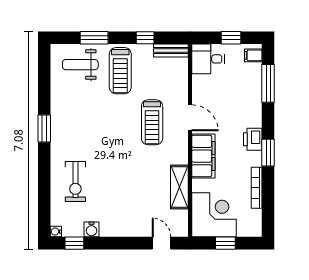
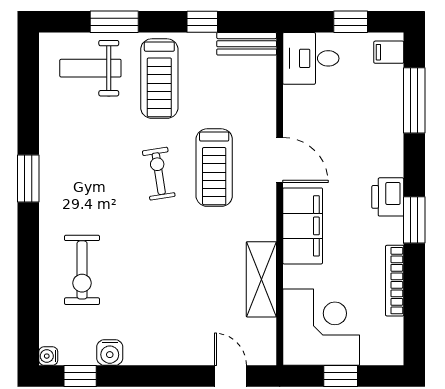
exercise bike: (120, 126) -> (159, 174), added

